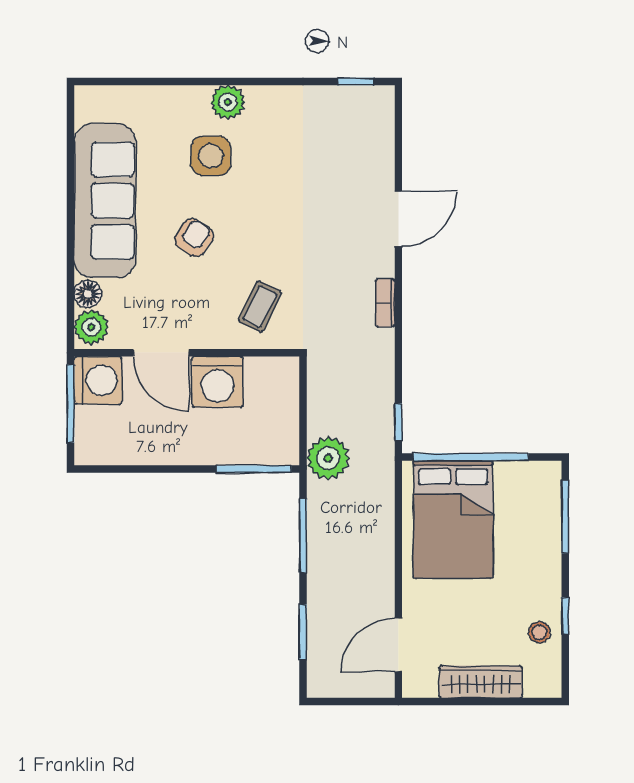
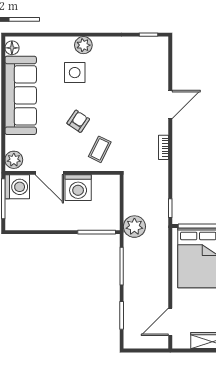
armchair: (194, 238) -> (78, 121), moved
floor lamp: (88, 294) -> (12, 48), moved

